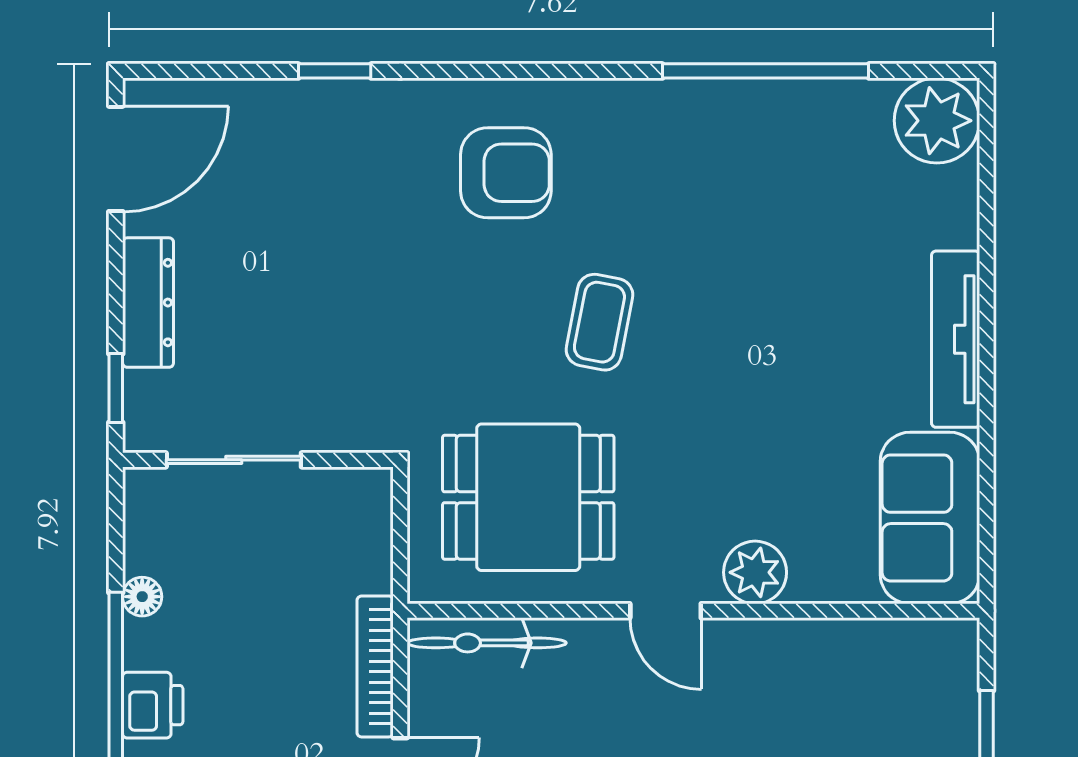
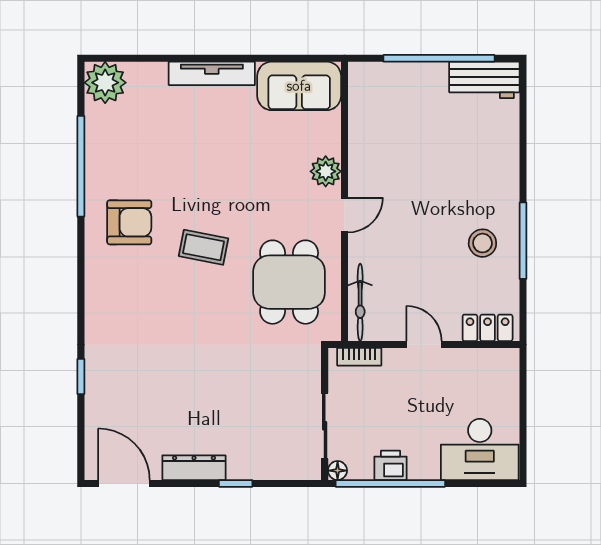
armchair: (506, 173) -> (129, 222), moved, turned 90
sliding door: (234, 460) -> (325, 426), moved
wall: (258, 460) -> (325, 414), moved
bookcase: (375, 666) -> (359, 357), width x0.64

